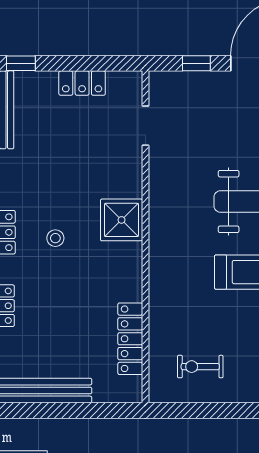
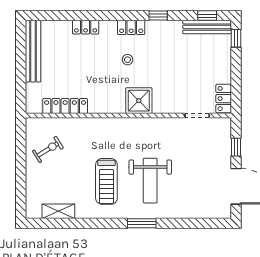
locker: (82, 83) -> (224, 99), moved
exercise bike: (200, 367) -> (48, 149), turned 58

